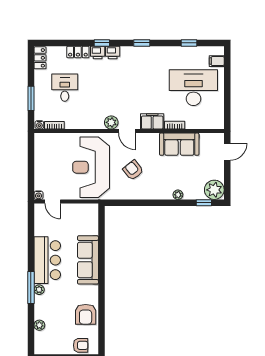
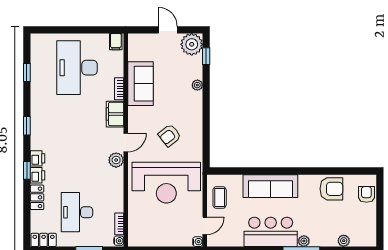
filing cabinet: (217, 61) -> (116, 42), moved
desk: (65, 88) -> (77, 212), width x1.37
door: (227, 152) -> (168, 30), moved
coffee table: (78, 215) -> (220, 197), added

